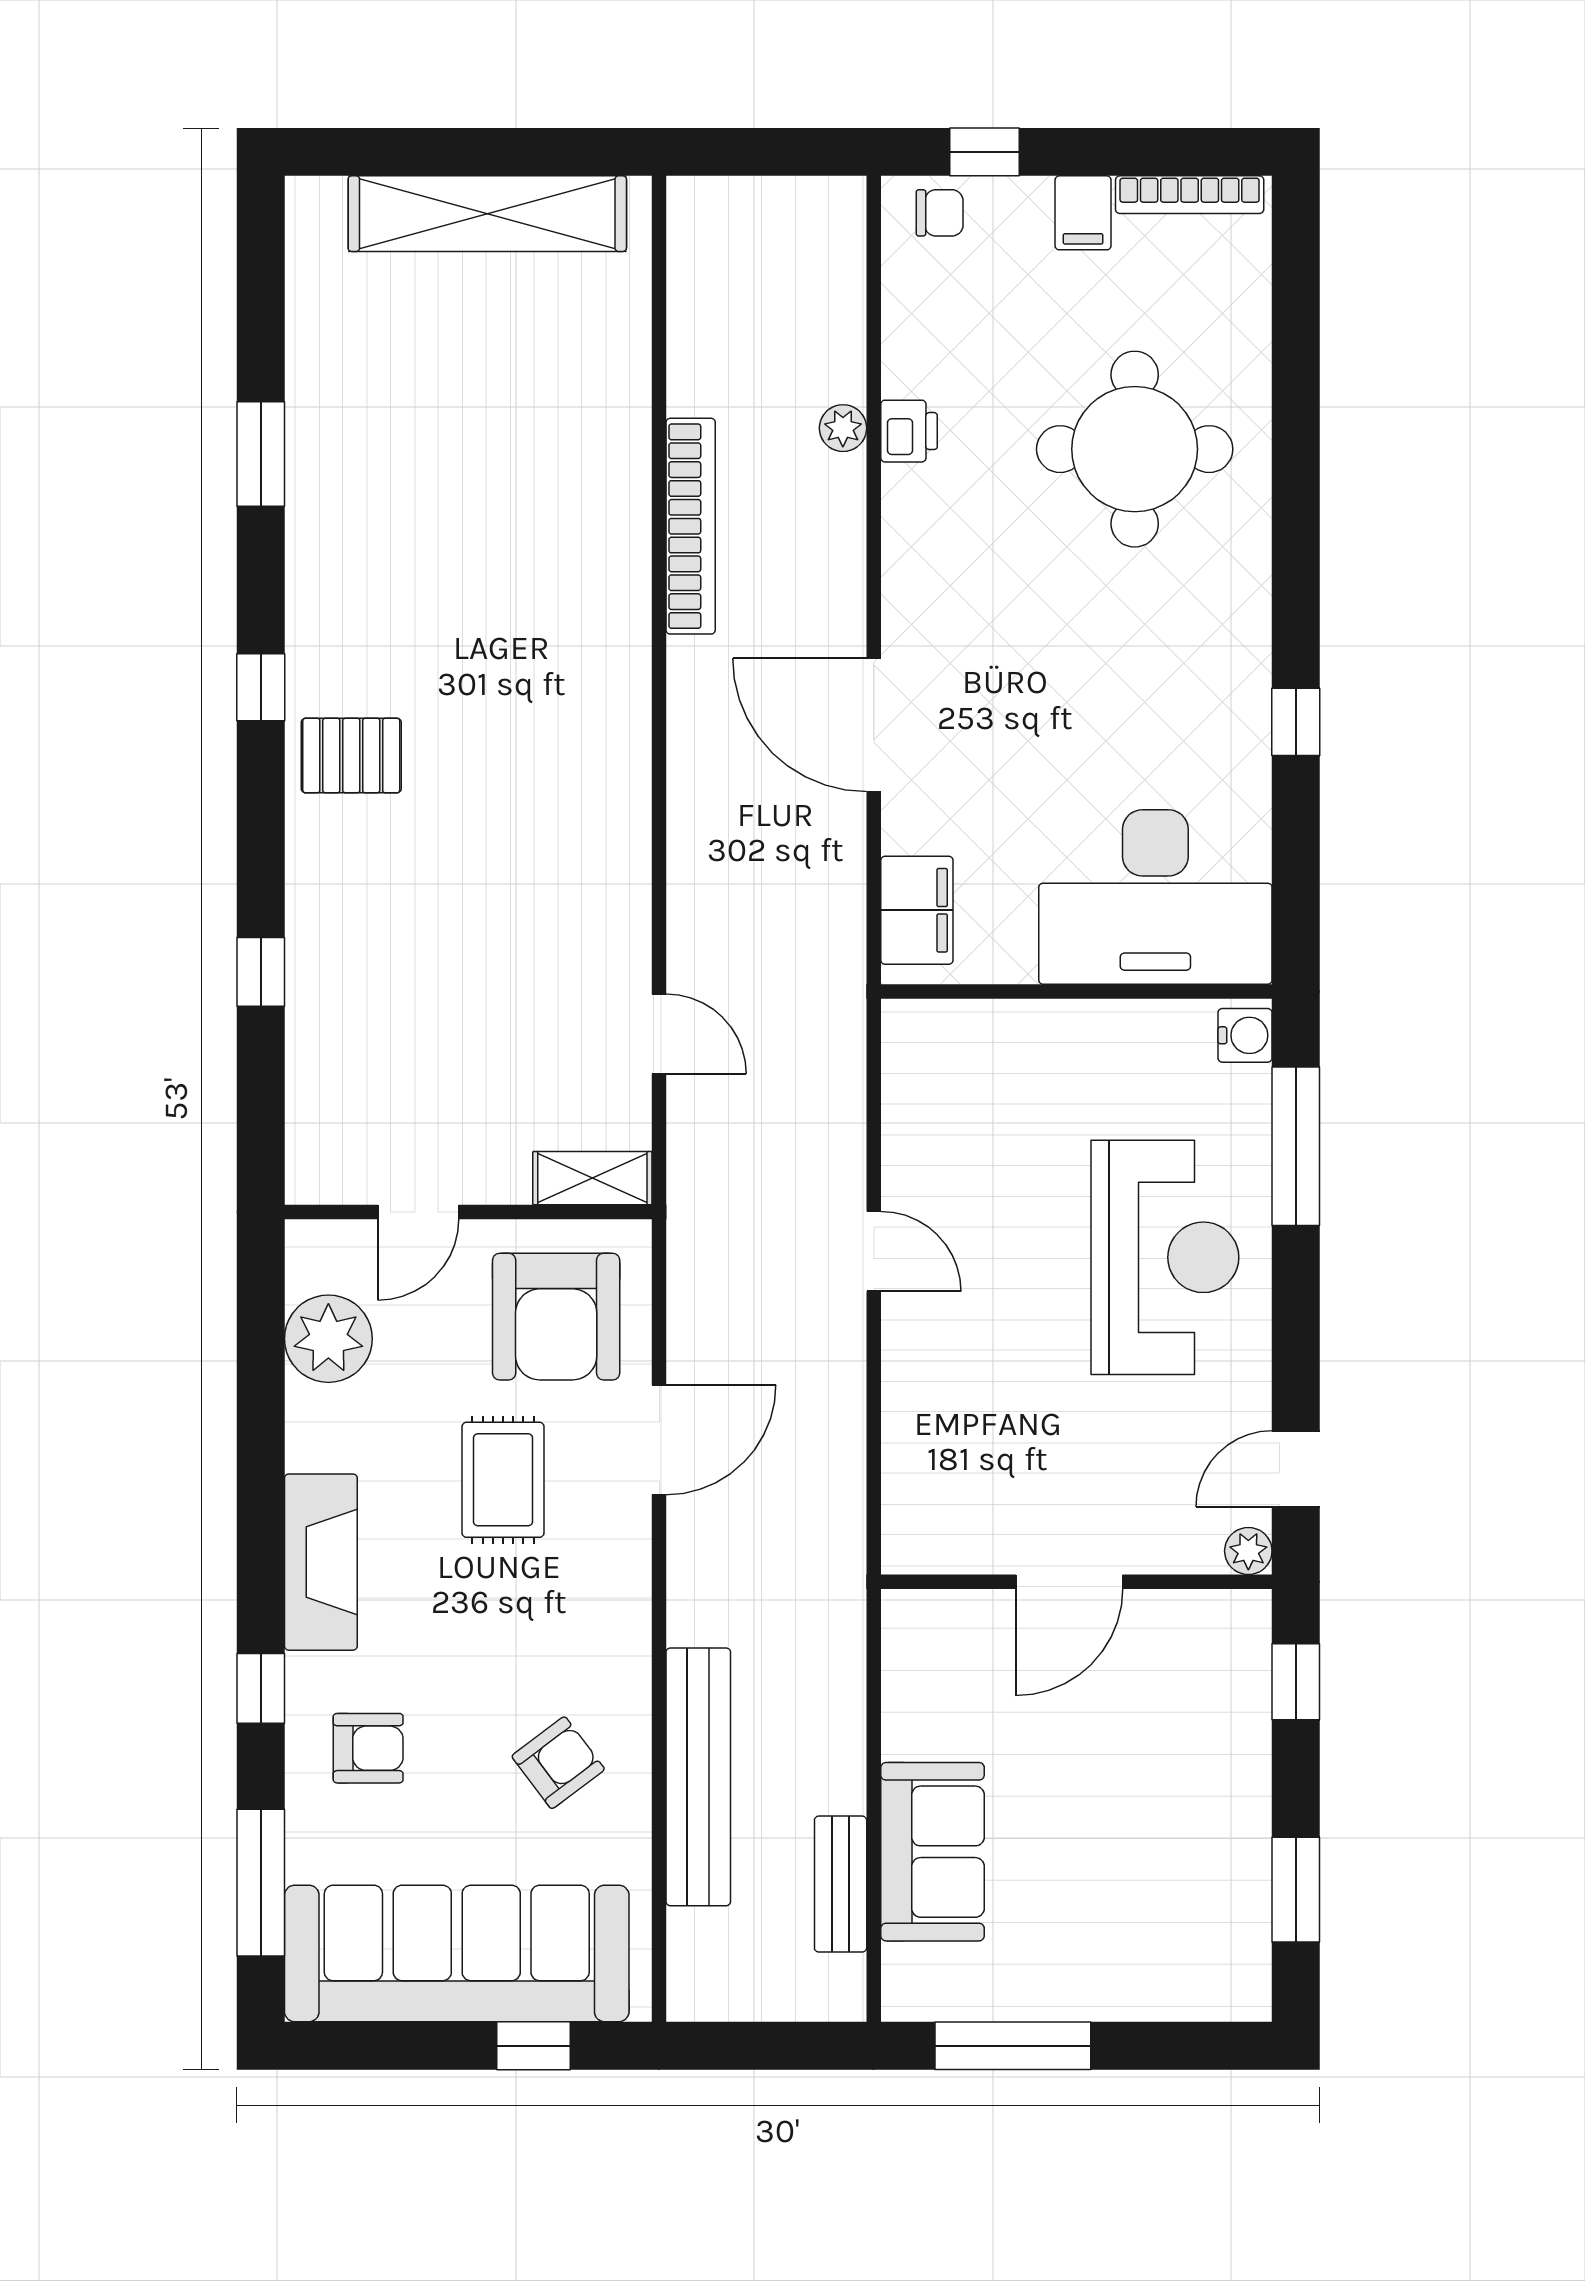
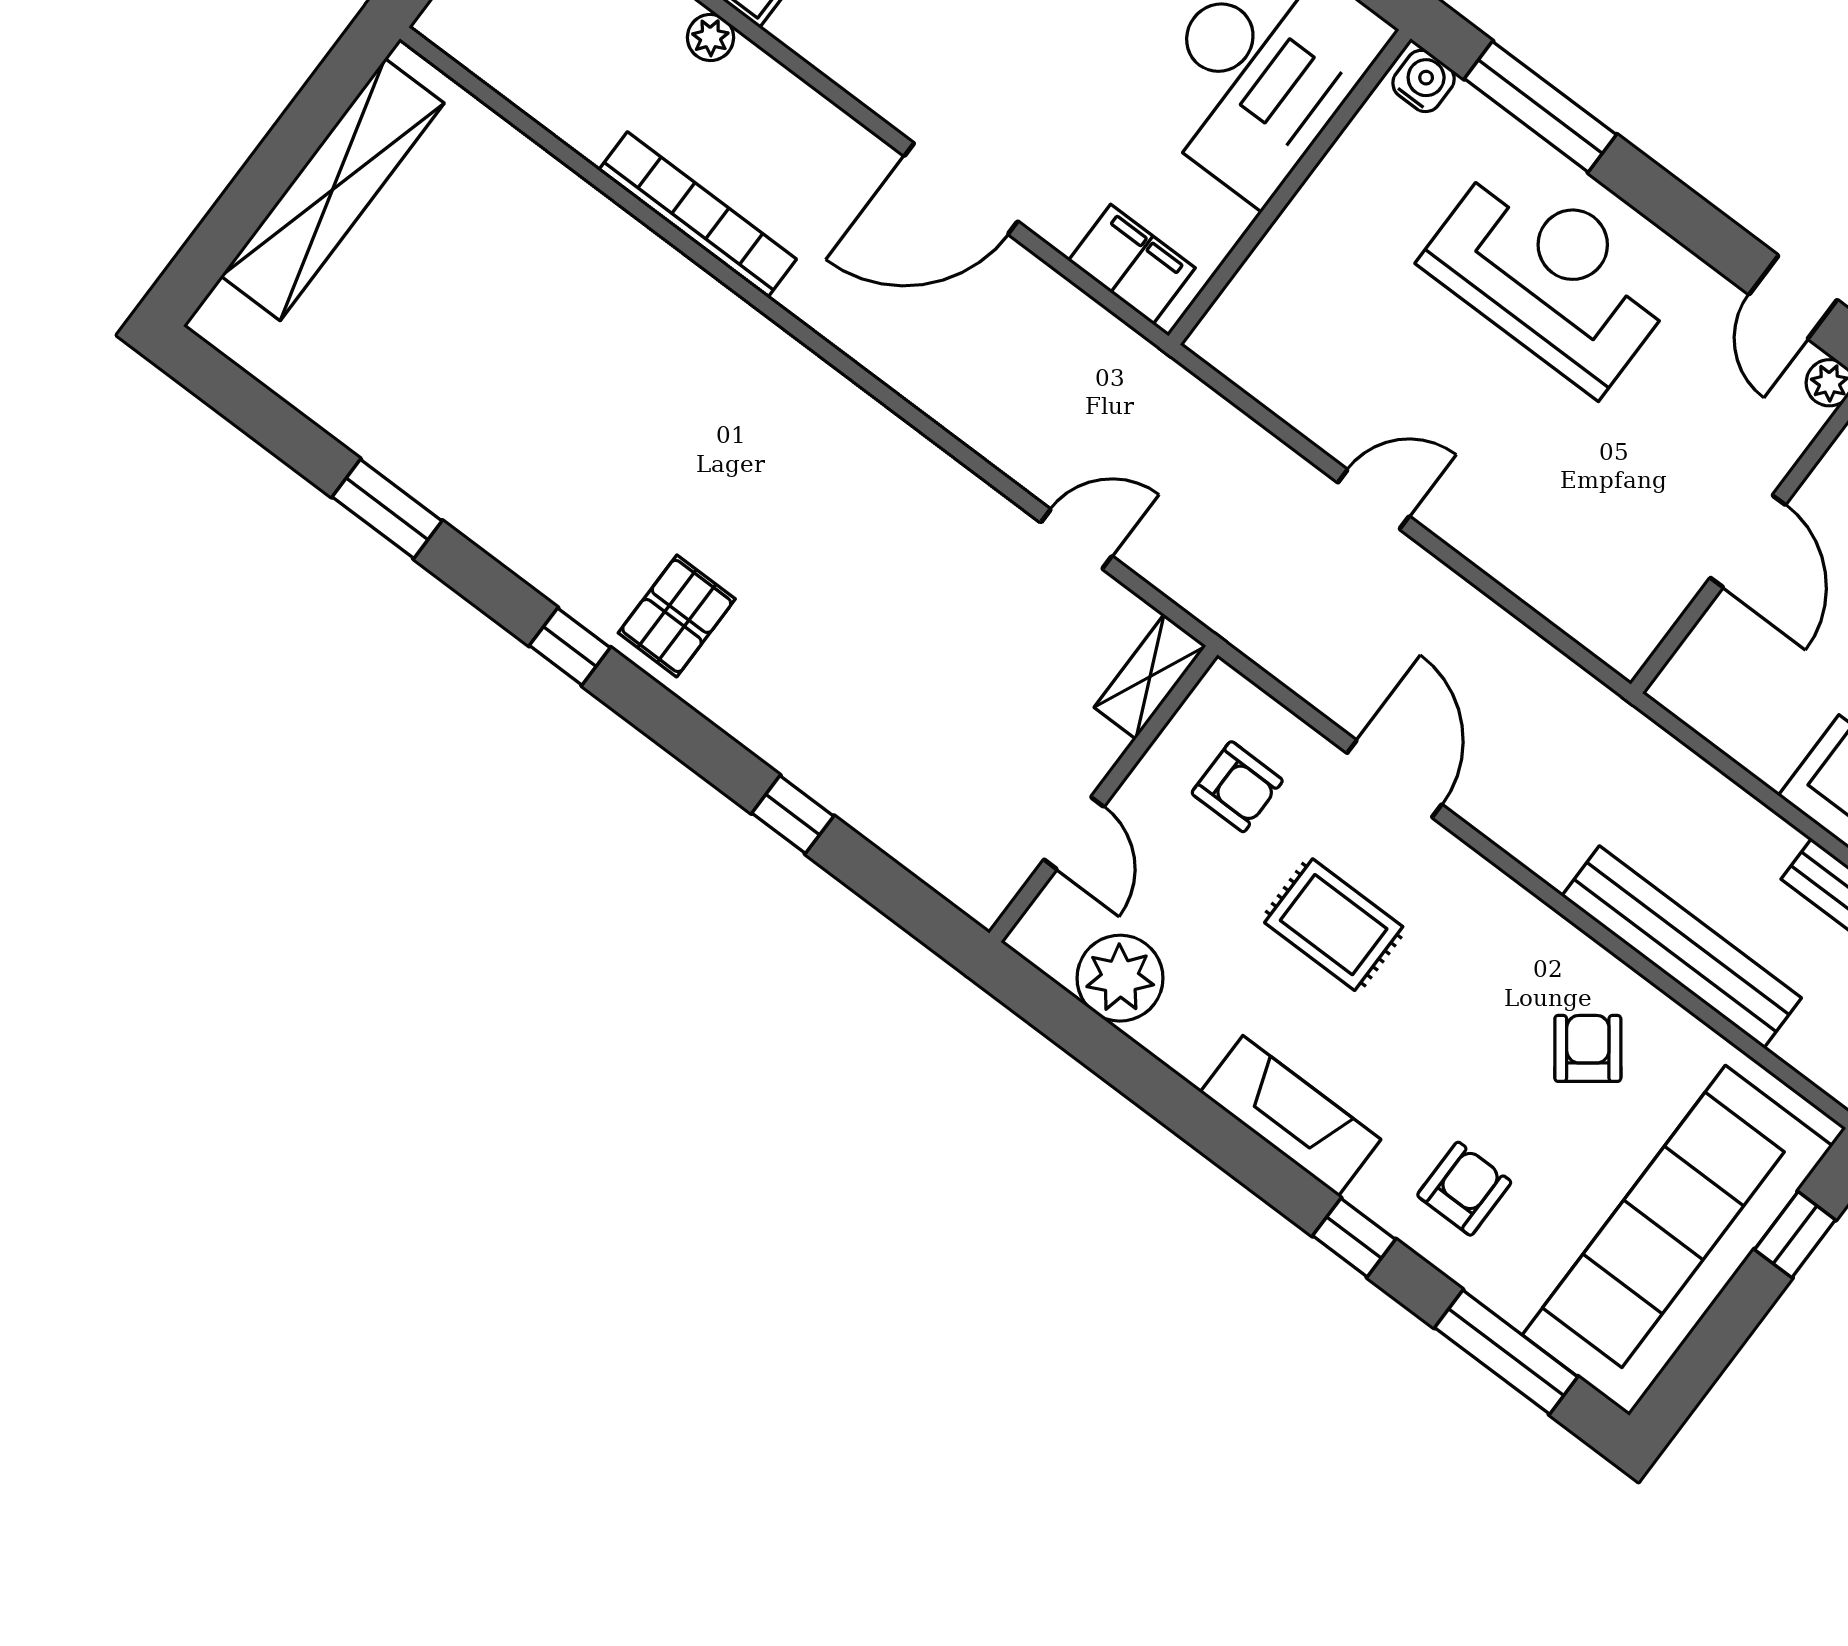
armchair: (556, 1317) -> (1237, 787), width x0.53, depth x0.53

